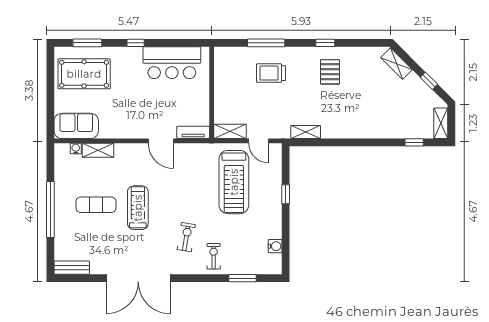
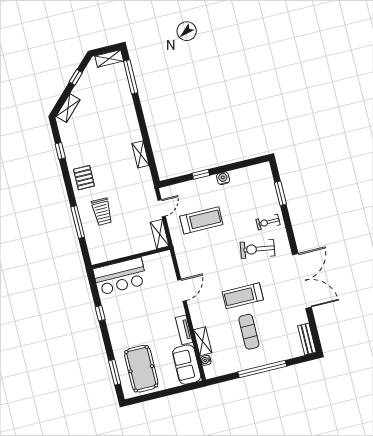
window: (136, 43) -> (100, 313), moved
window: (325, 43) -> (60, 151), moved
bar counter: (172, 63) -> (120, 276), moved, turned 90
pallet: (330, 72) -> (84, 178), moved, turned 90
tv unit: (193, 132) -> (184, 330), moved
shelving: (306, 132) -> (141, 154), moved
window: (414, 142) -> (131, 77), width x2.17
treadmill: (234, 182) -> (201, 220), width x0.73, depth x0.73
exercise bike: (186, 237) -> (257, 249), width x1.38, depth x1.39
water cooler: (275, 246) -> (223, 178), moved

